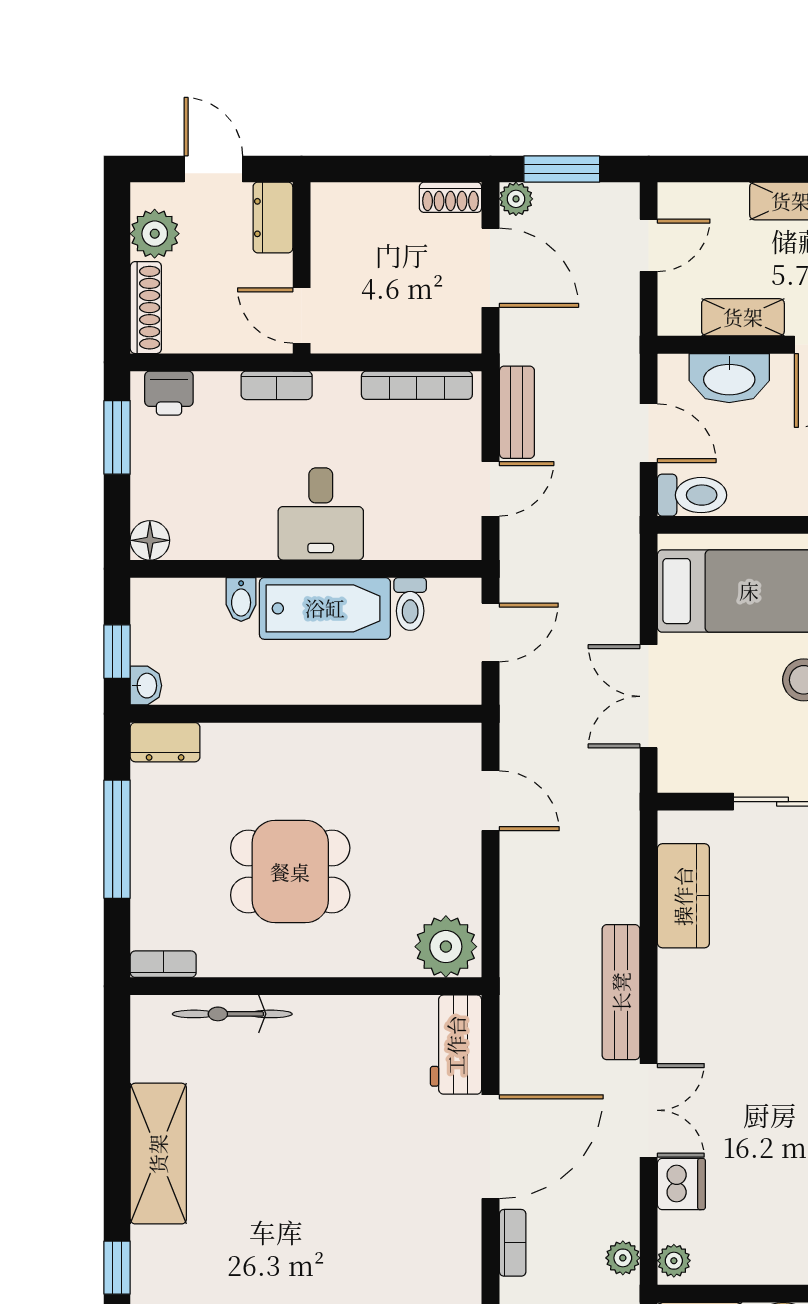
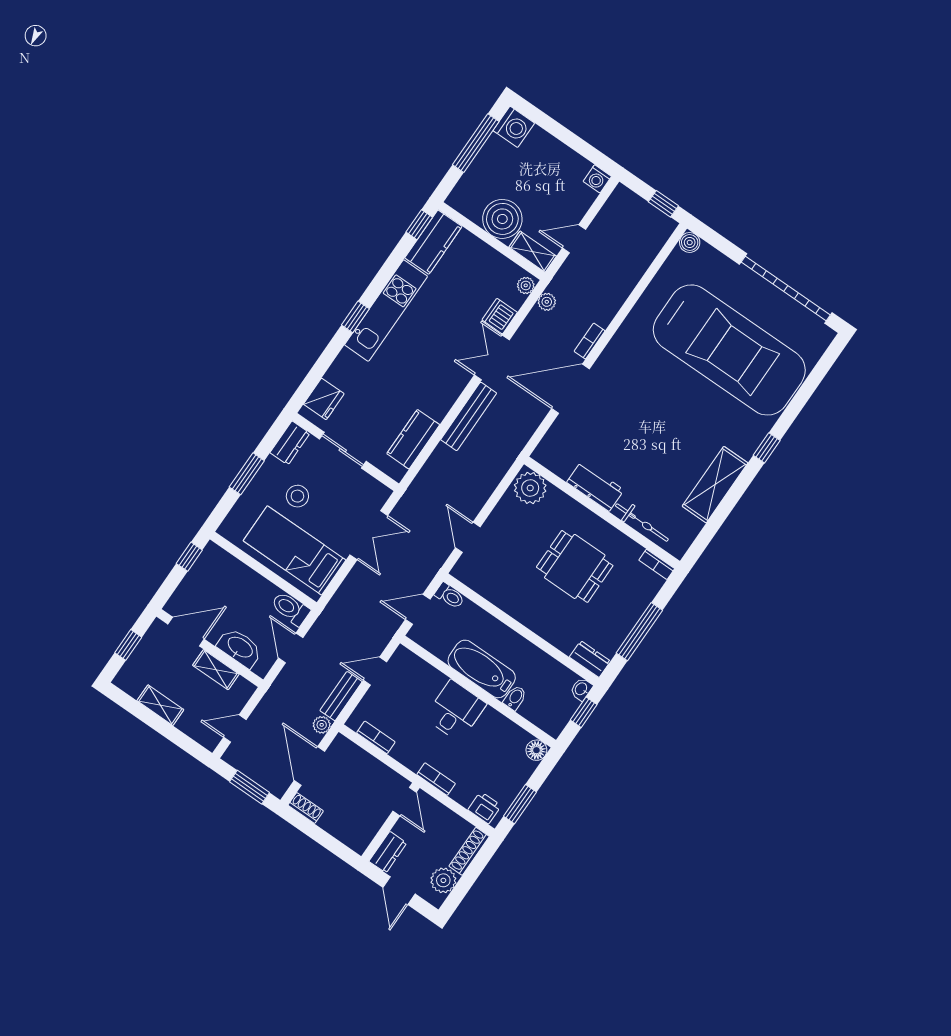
plant: (516, 199) -> (322, 725), moved
bookcase: (417, 385) -> (376, 737), width x0.64
toilet: (410, 604) -> (450, 596), moved, turned 90
workbench: (456, 1045) -> (595, 486), moved, turned -90

